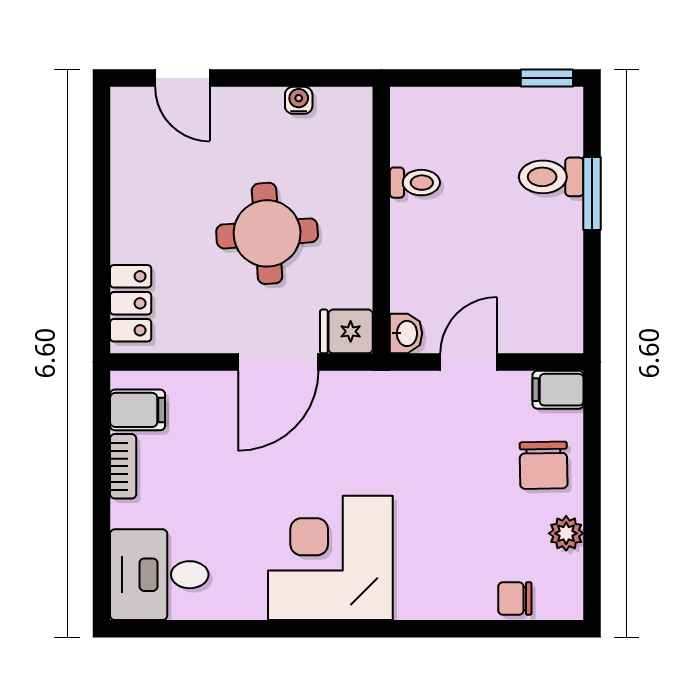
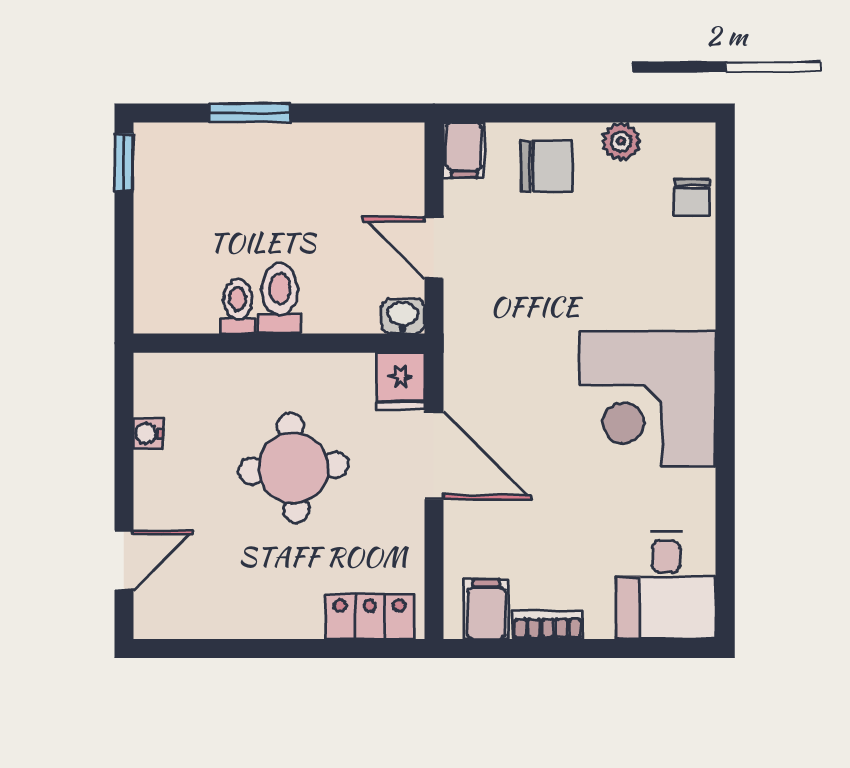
toilet: (551, 177) -> (280, 299), moved, turned 180

